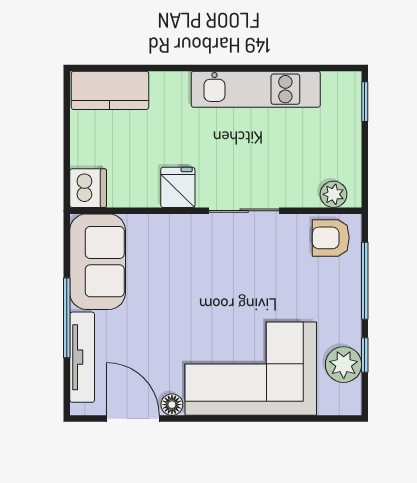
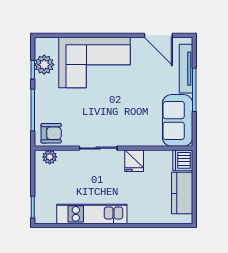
kitchen counter: (110, 90) -> (182, 193), moved, turned -90
floor lamp: (172, 405) -> (137, 43), removed

